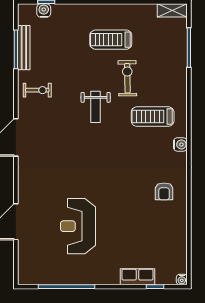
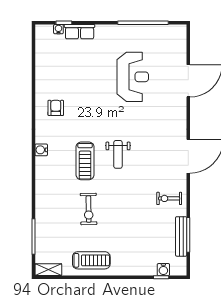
treadmill: (111, 40) -> (91, 260), moved
weight bench: (96, 107) -> (118, 154), moved, turned 180
treadmill: (153, 117) -> (85, 161), moved, turned 90
water cooler: (182, 279) -> (58, 29), moved

